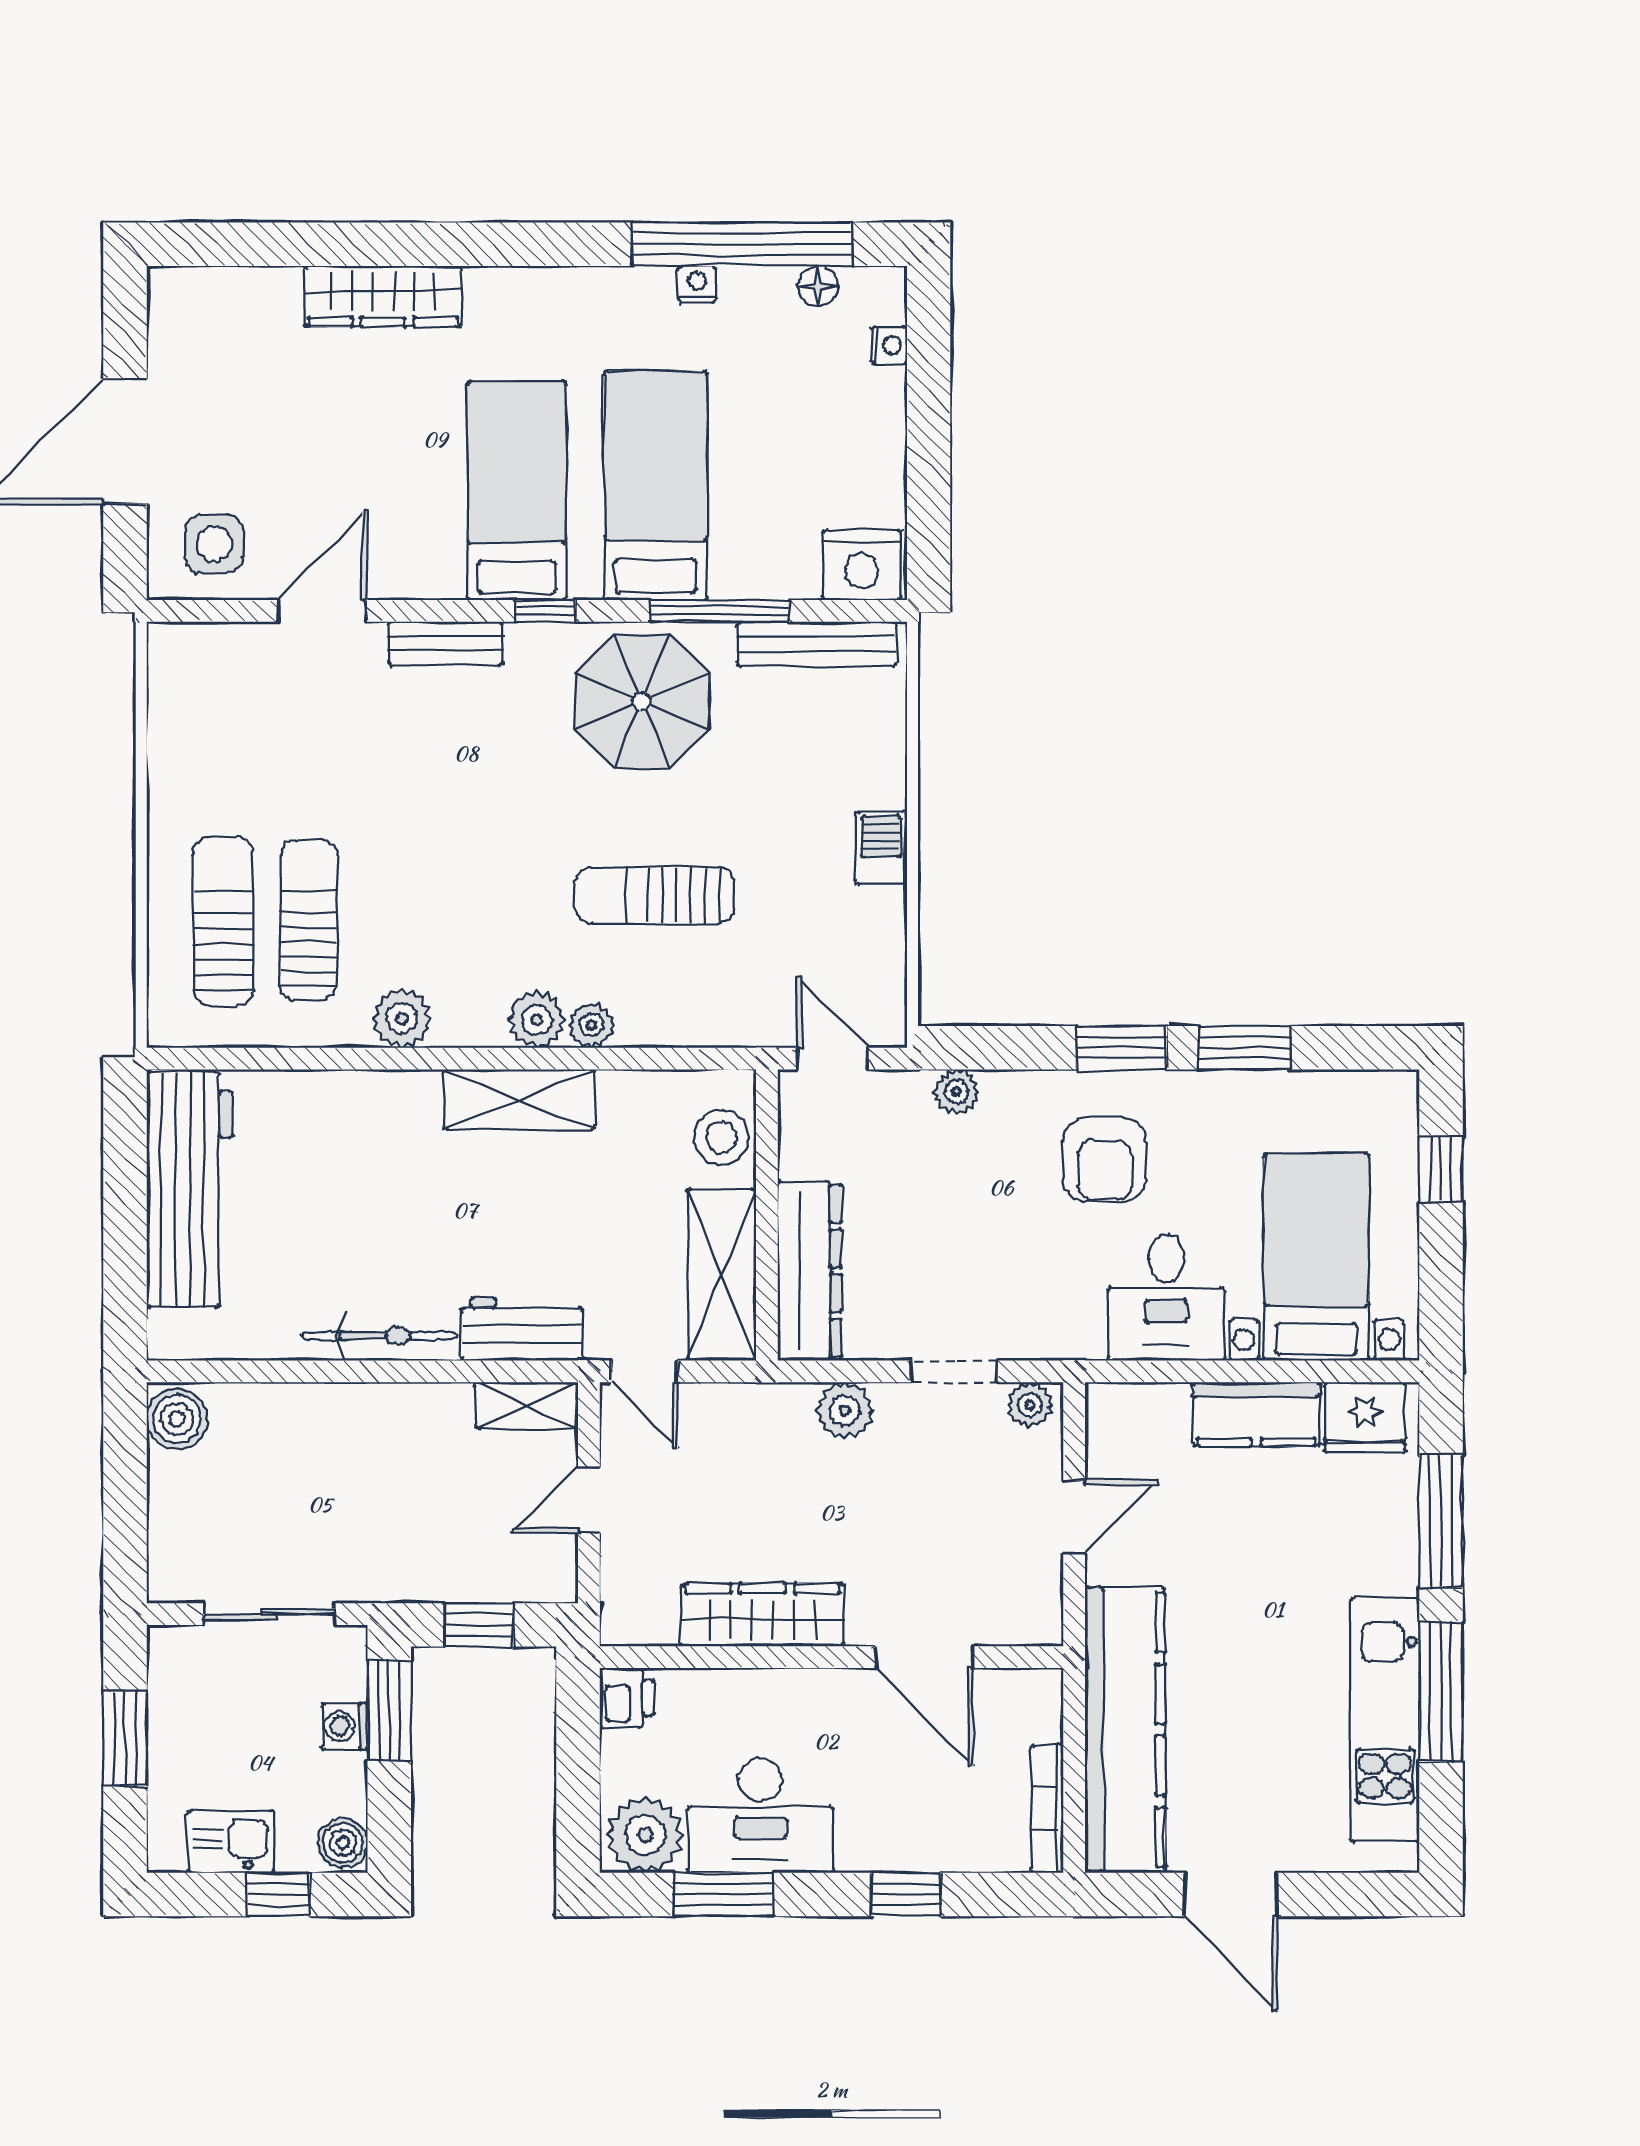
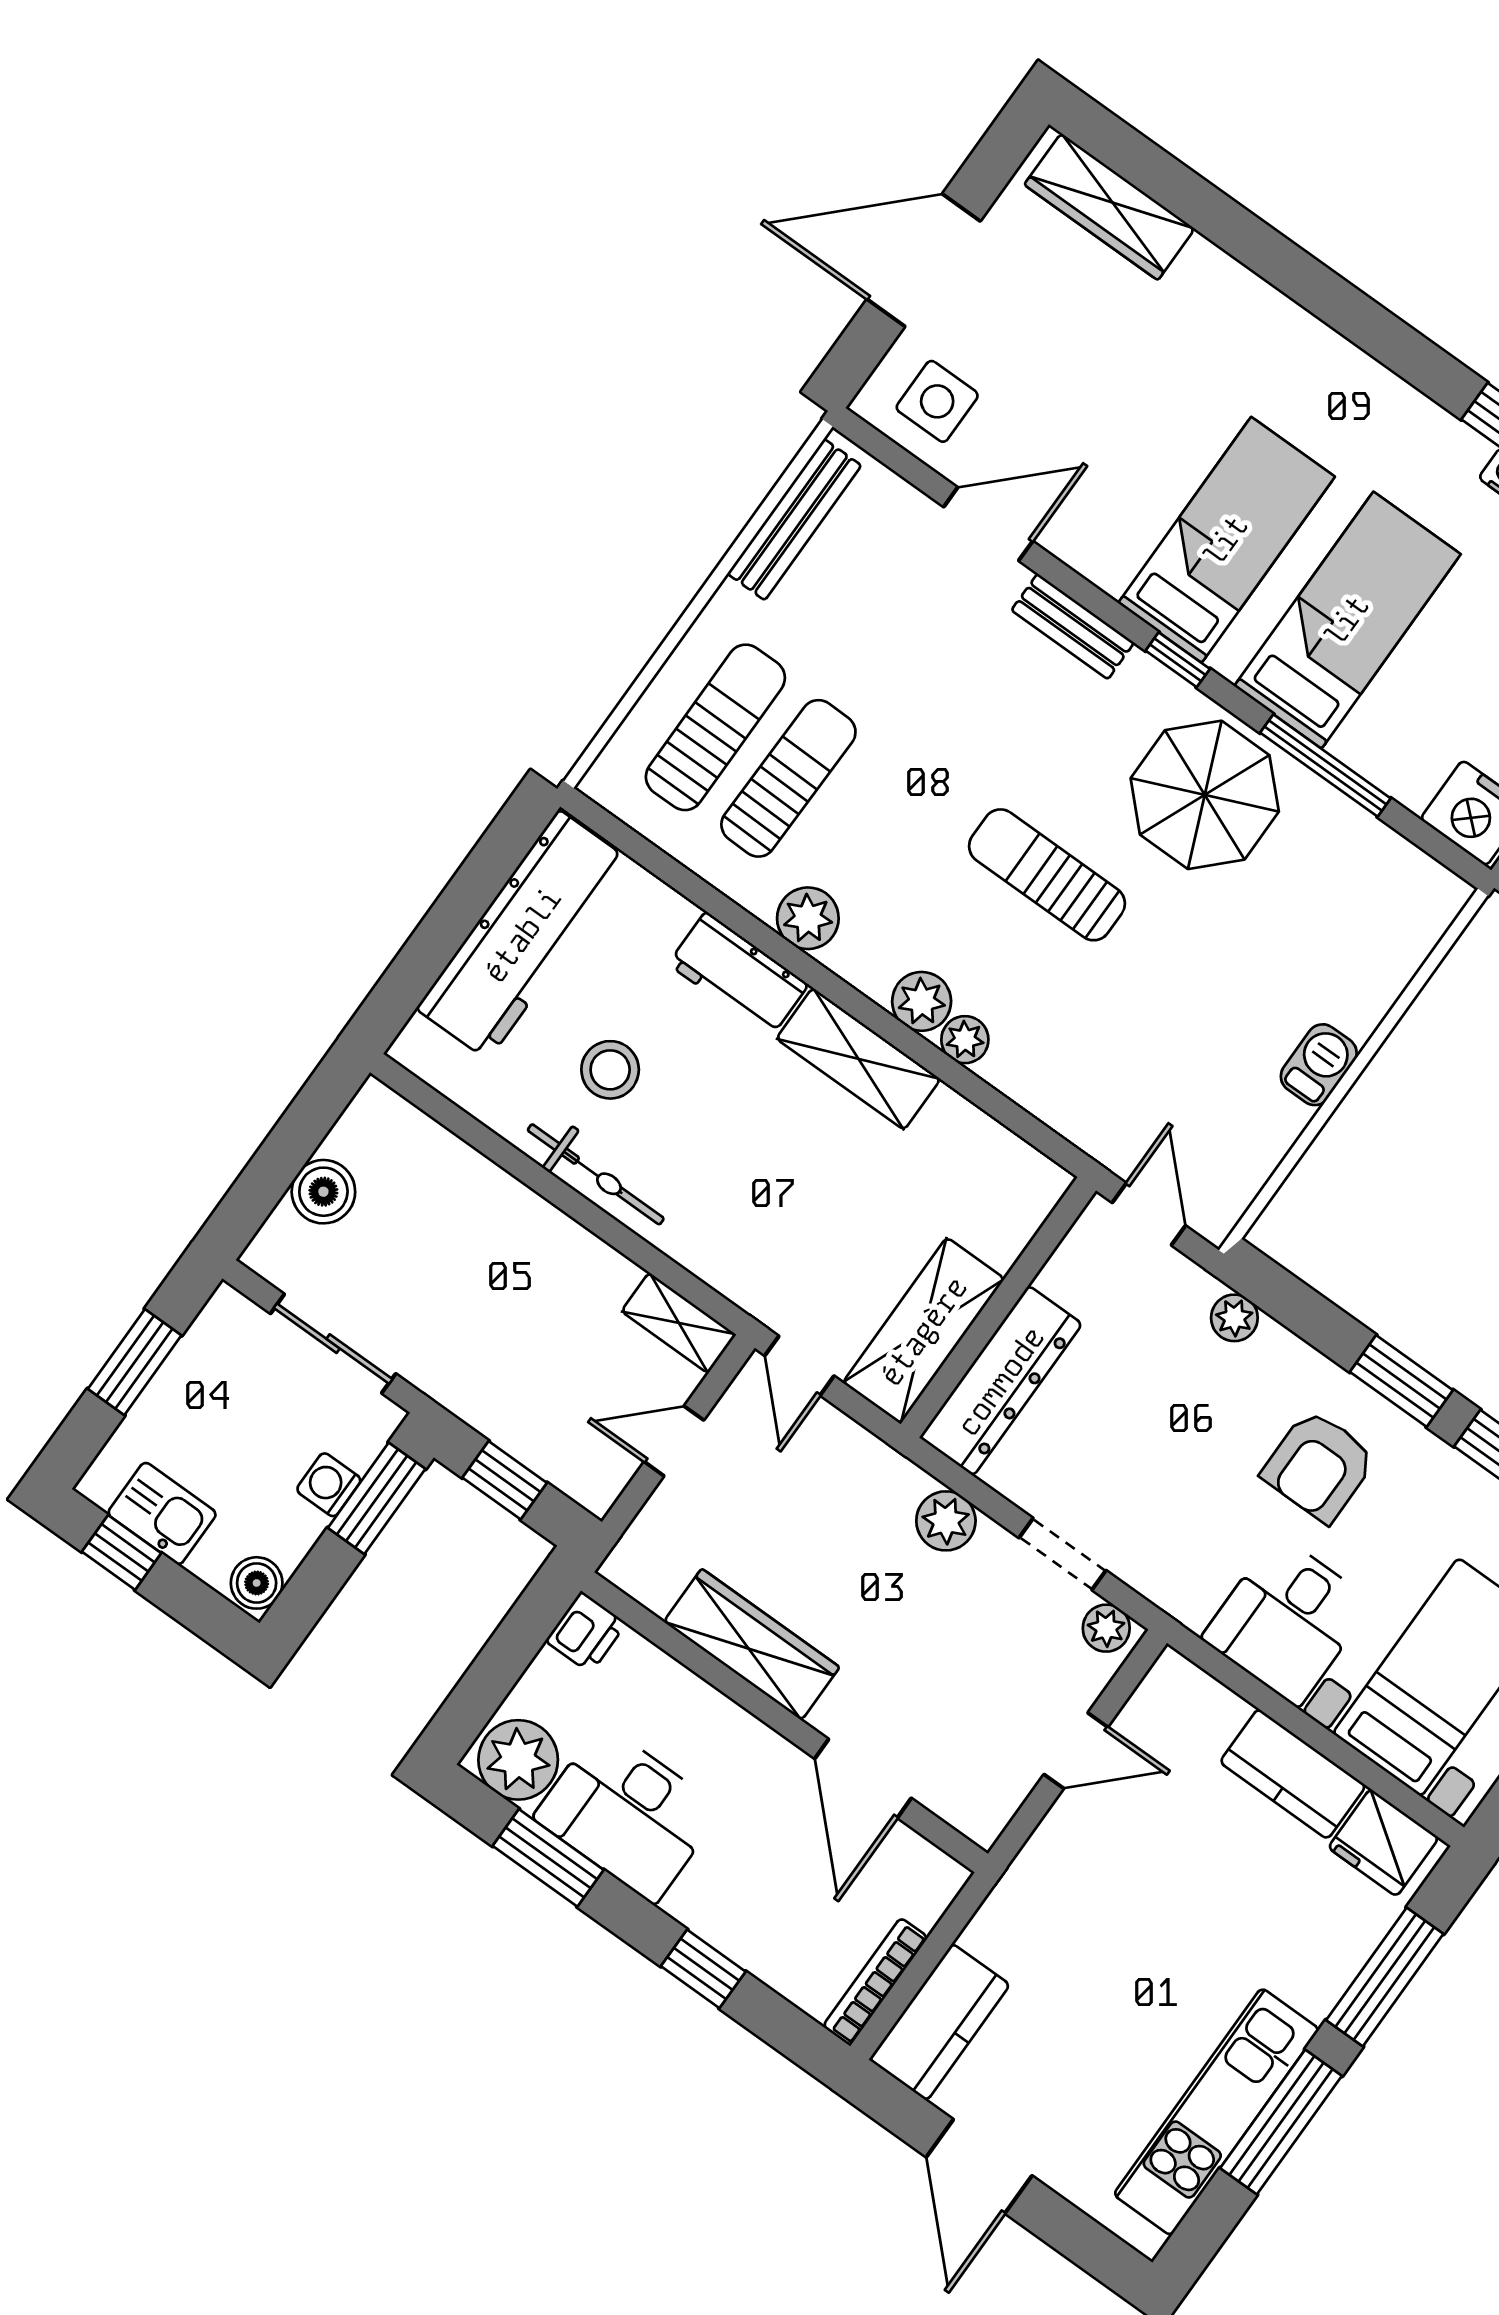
wardrobe: (383, 296) -> (1109, 207), moved
bench: (816, 644) -> (794, 519), moved, turned 90
sun lounger: (655, 895) -> (1047, 875), moved
stool: (721, 1137) -> (610, 1070), moved
workbench: (522, 1329) -> (738, 974), moved, turned 180
boiler: (177, 1419) -> (323, 1192), moved
kitchen counter: (1125, 1730) -> (939, 2022), width x0.48, depth x0.86
window: (278, 1894) -> (122, 1552), moved

